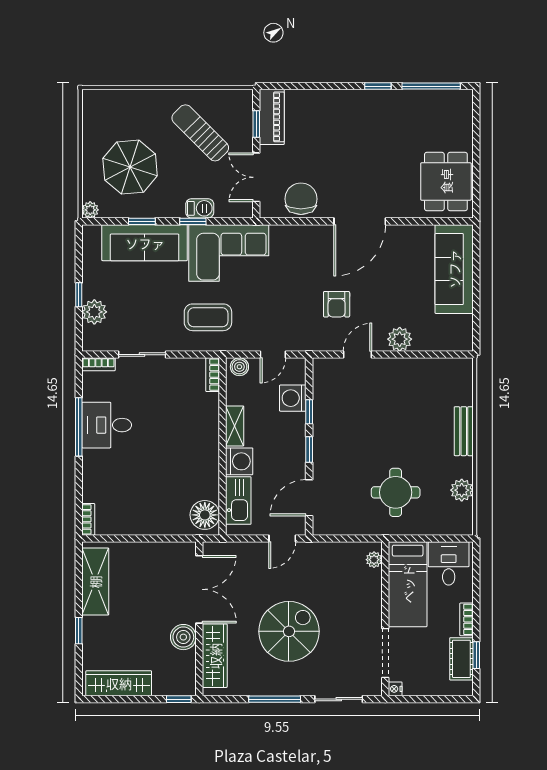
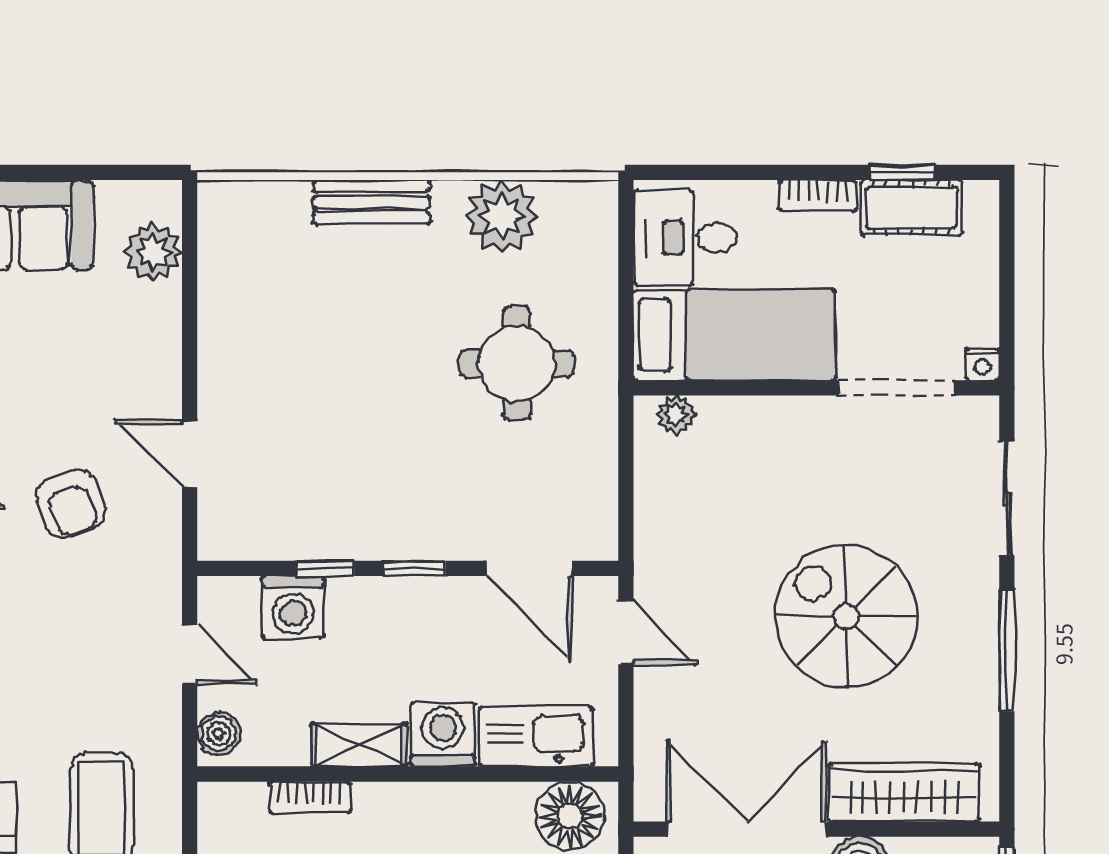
armchair: (337, 304) -> (70, 504), turned 69
plant: (400, 339) -> (153, 252), moved
bookcase: (213, 375) -> (310, 798), moved
plant: (462, 490) -> (502, 216), width x1.36, depth x1.36

